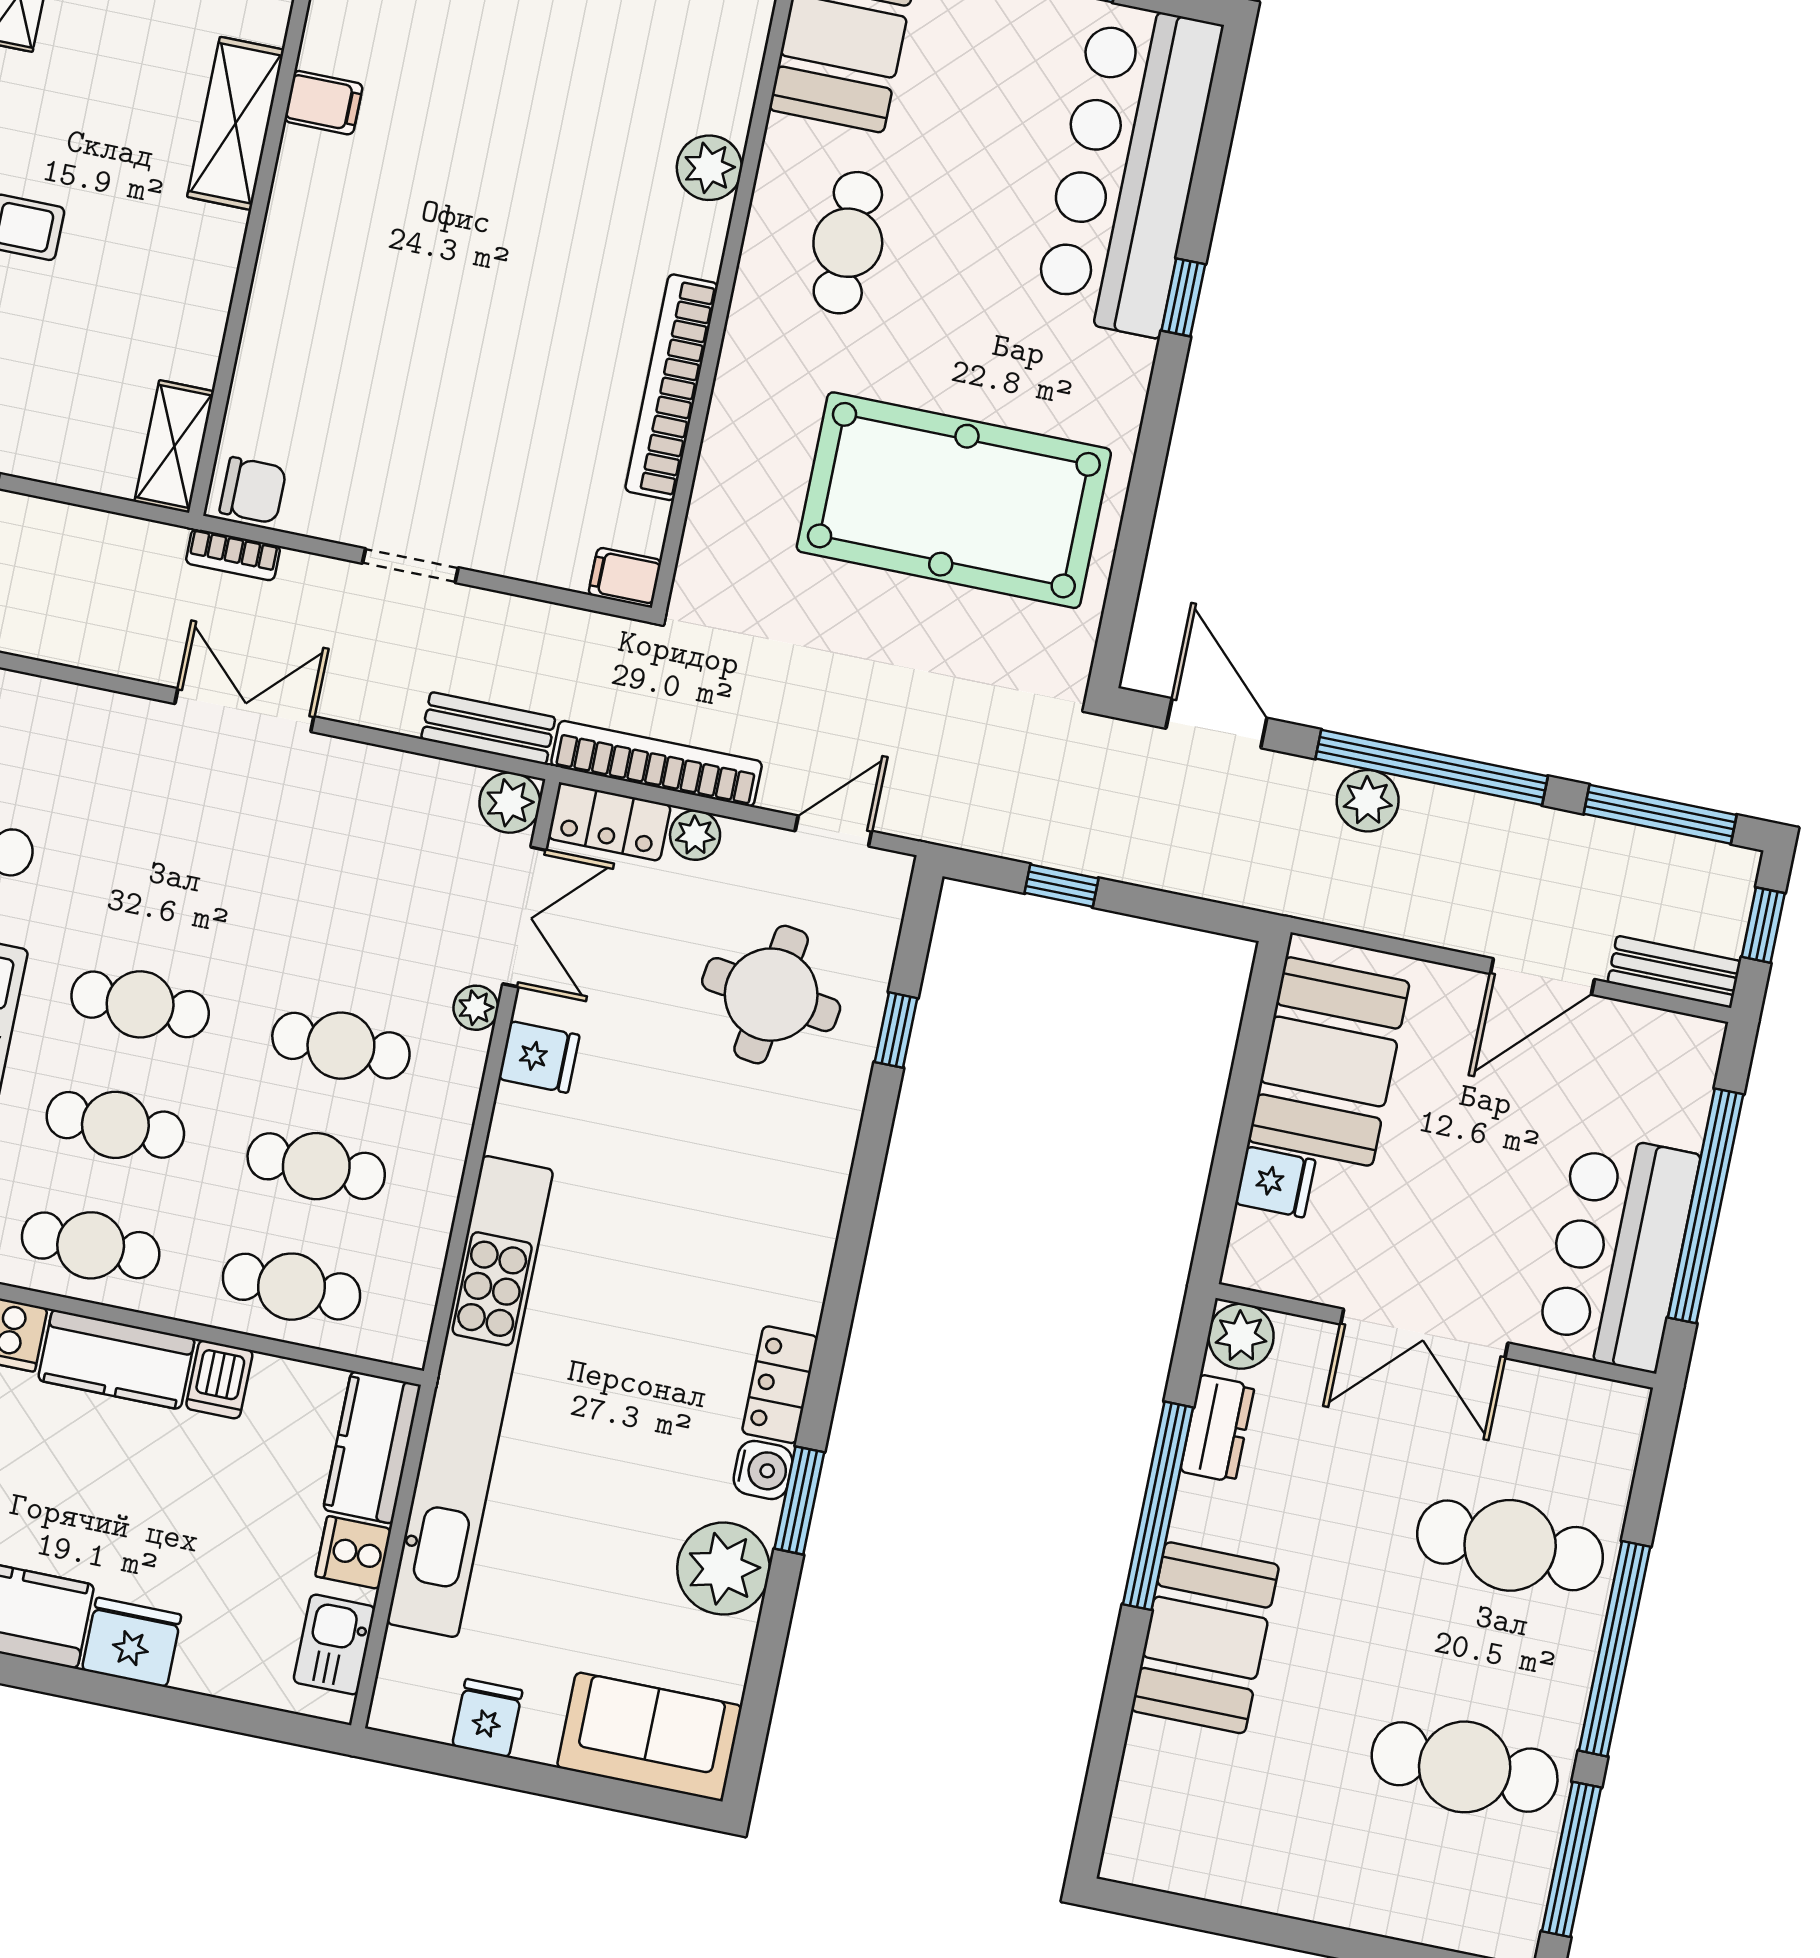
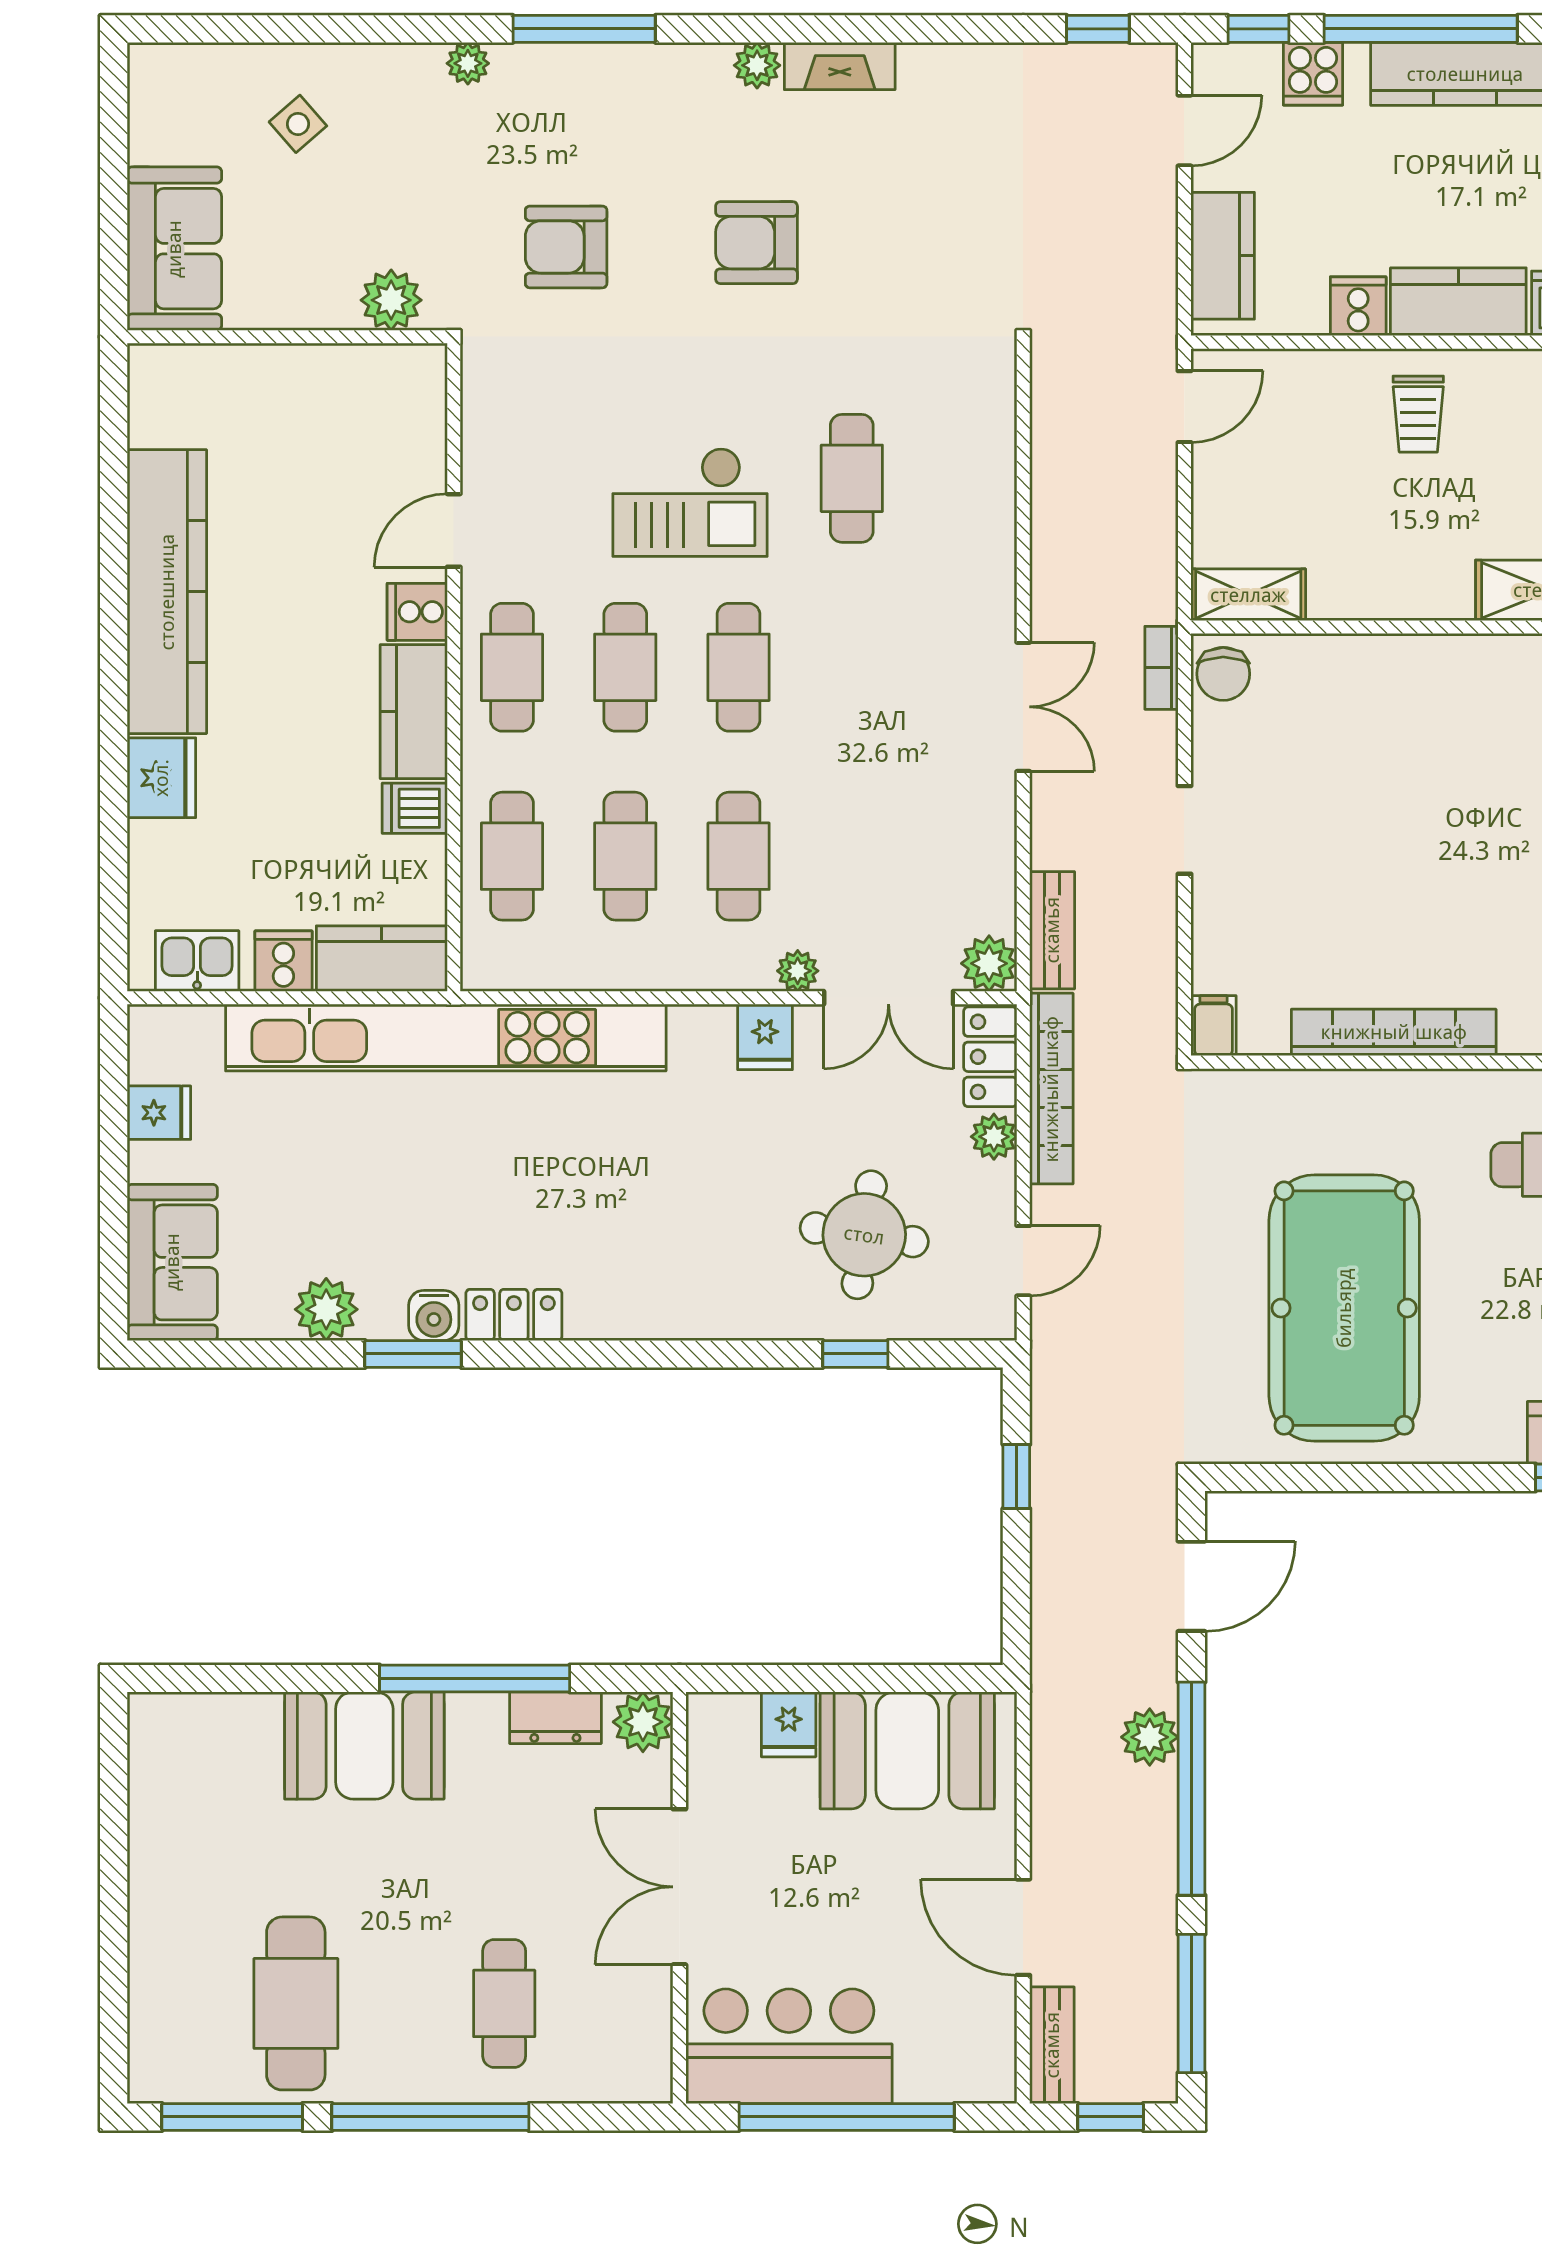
door: (833, 831) -> (1023, 1261), hinge flipped
cafe table: (1510, 1545) -> (504, 2003), width x0.73, depth x0.74
plant: (723, 1569) -> (326, 1309), width x0.73, depth x0.73

